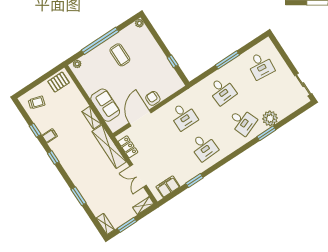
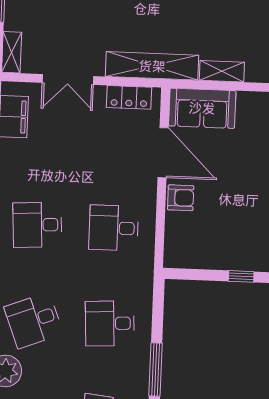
window: (173, 61) -> (241, 276), moved
sofa: (105, 105) -> (202, 108), moved
double door: (138, 176) -> (68, 79), swing flipped

